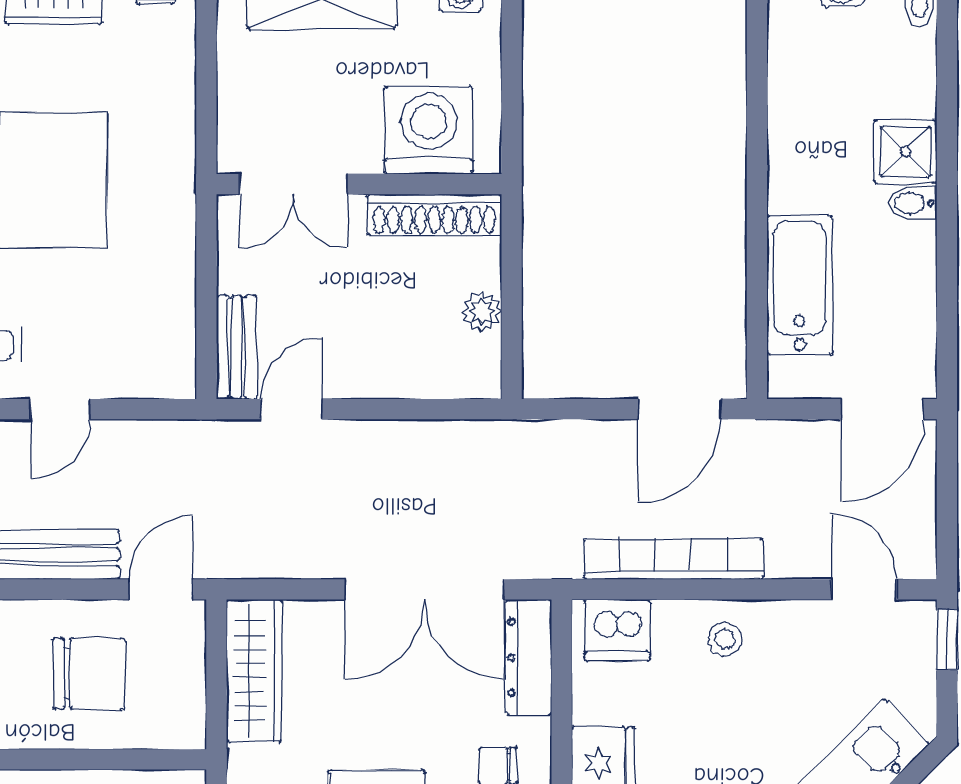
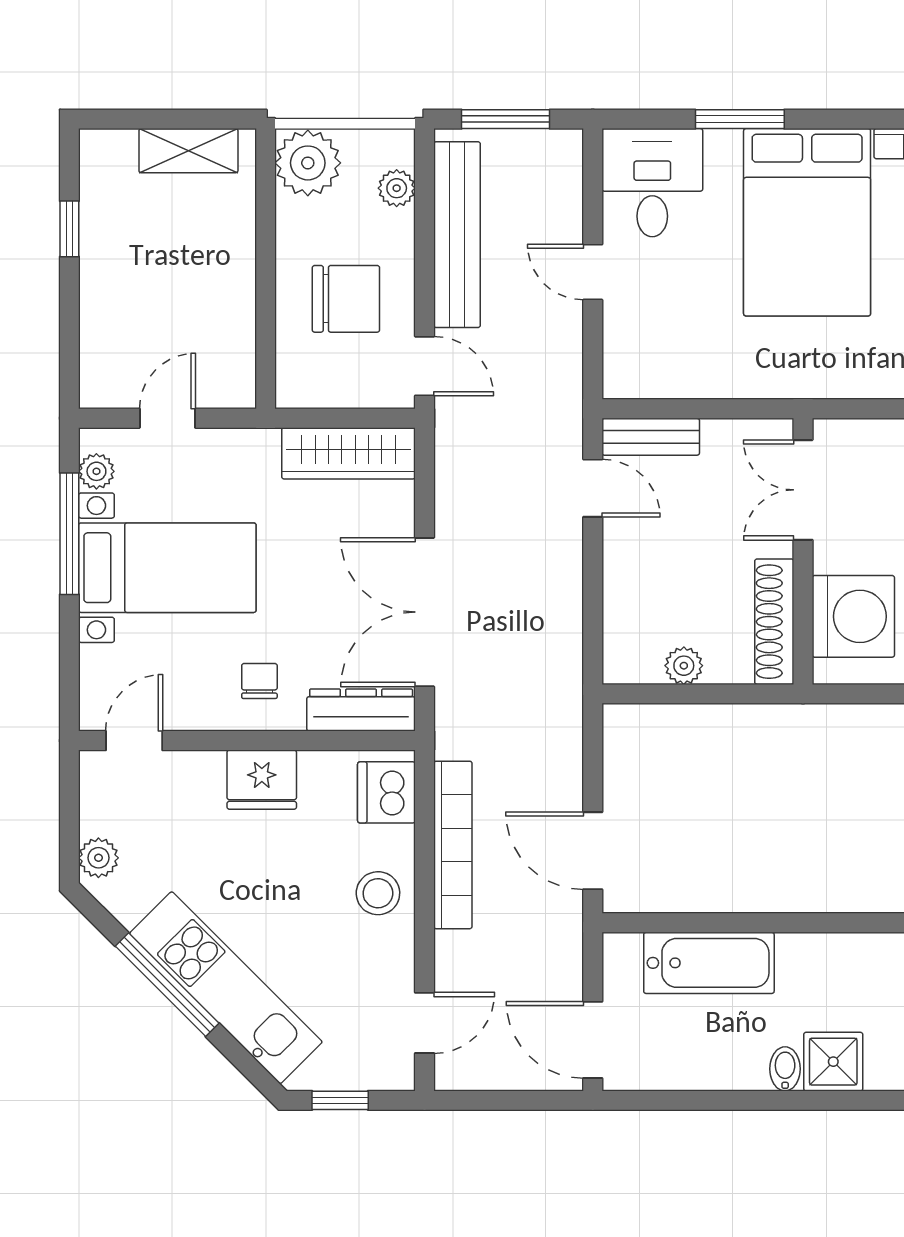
stool: (725, 639) -> (378, 893), width x1.37, depth x1.37
window: (947, 640) -> (340, 1100), moved
chair: (89, 674) -> (346, 299), turned -90

